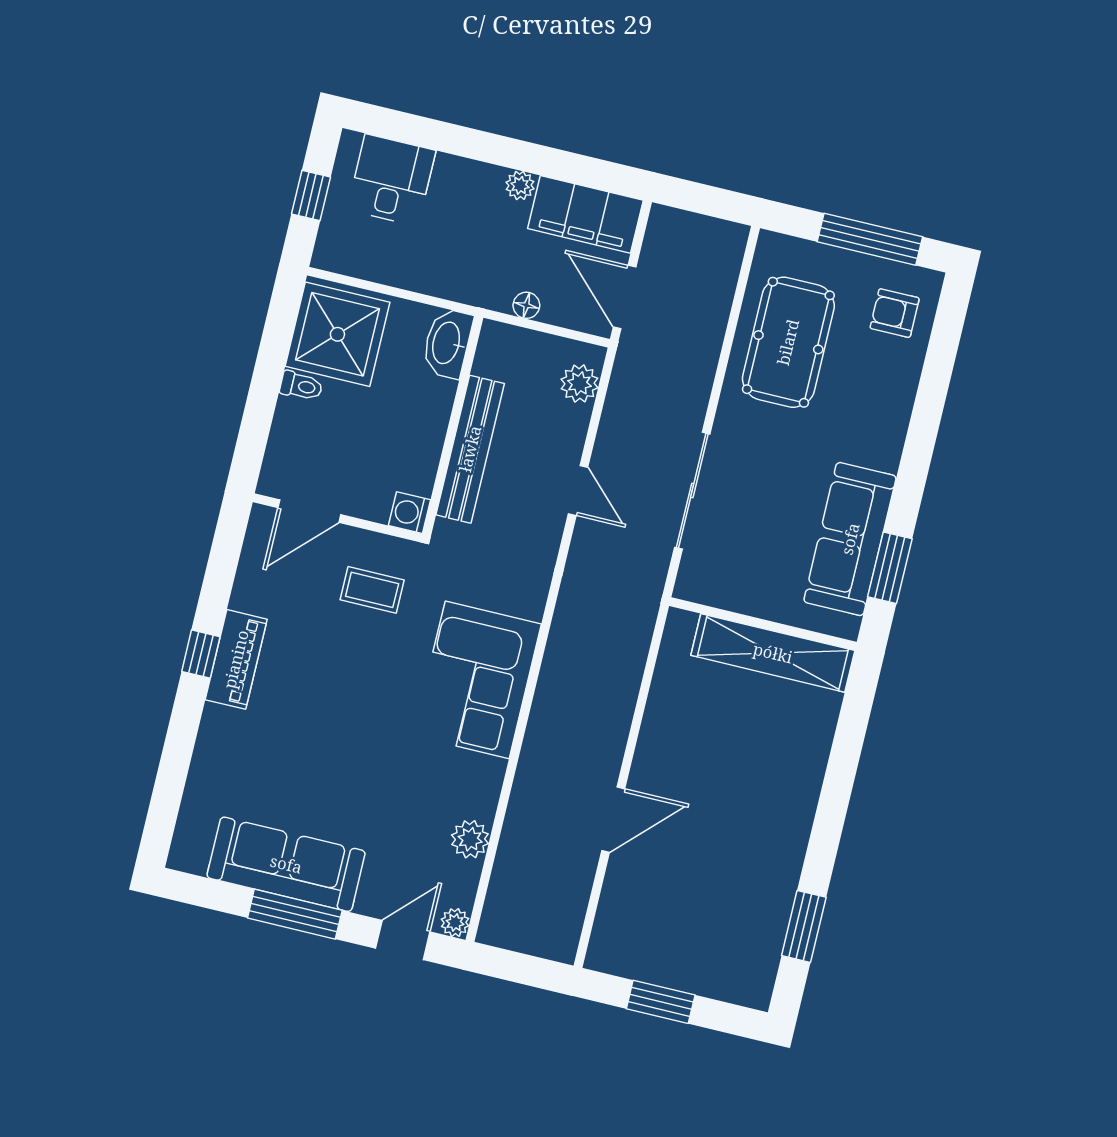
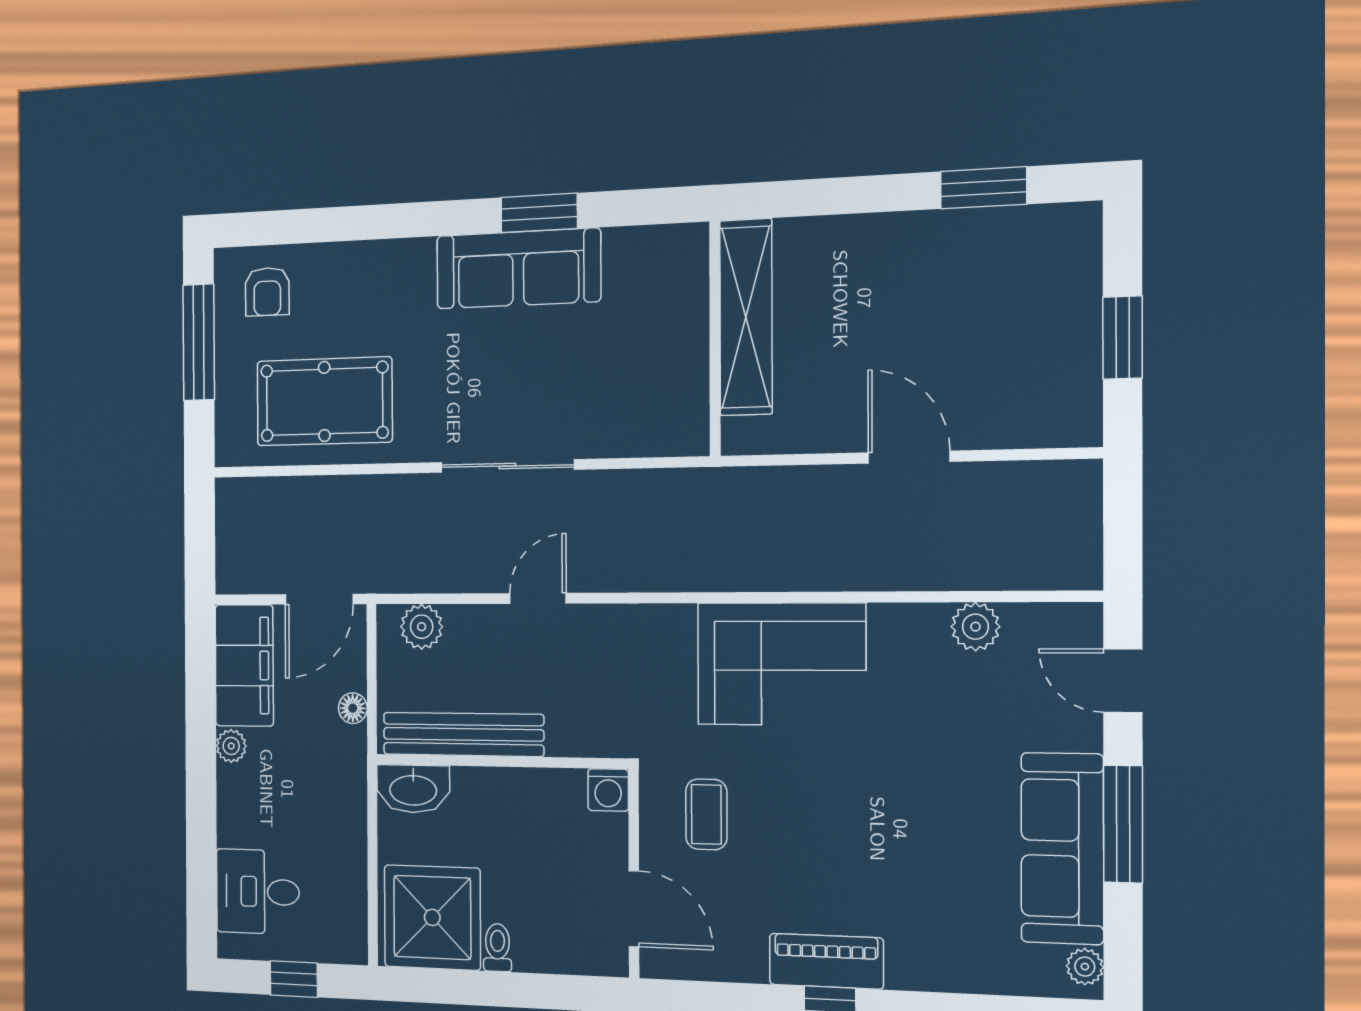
bench: (470, 449) -> (463, 734), moved
wall: (763, 624) -> (715, 339), moved
shelving: (773, 653) -> (746, 317), moved
plant: (455, 923) -> (1085, 967), moved

